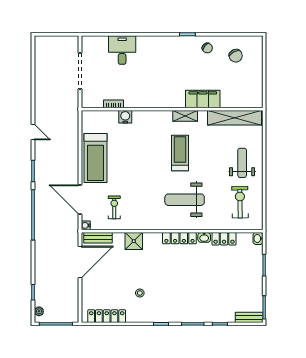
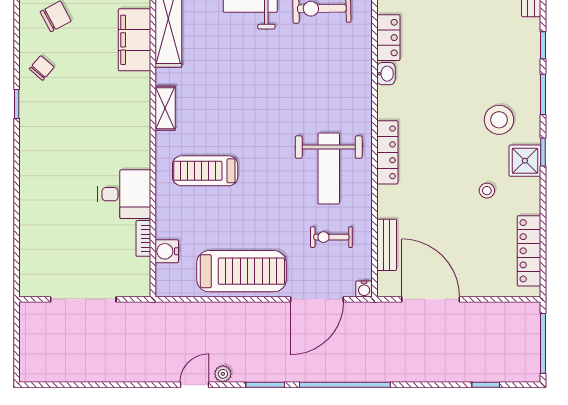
desk: (122, 50) -> (124, 194), moved, turned 180
filing cabinet: (203, 99) -> (134, 40), moved
water cooler: (125, 117) -> (167, 251), moved
treadmill: (180, 153) -> (205, 171), moved
weight bench: (185, 200) -> (329, 168), moved
bench: (98, 238) -> (387, 245), moved
locker: (179, 238) -> (387, 152), moved
shower: (134, 241) -> (525, 161), moved
stool: (179, 300) -> (499, 120), added
plant: (39, 311) -> (223, 374), moved

